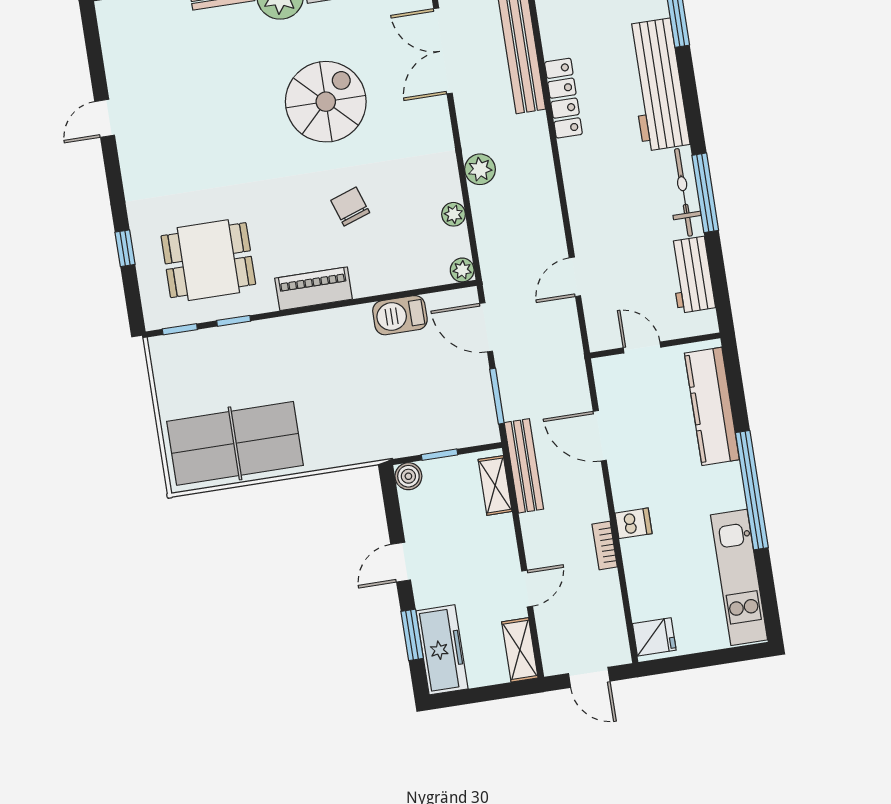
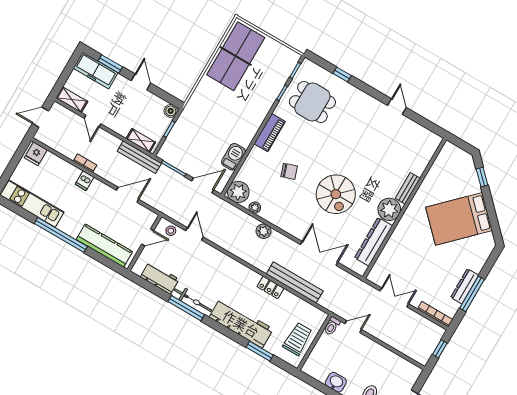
locker: (563, 98) -> (270, 287), width x0.66
dining table: (208, 260) -> (312, 102), turned 90
plant: (462, 270) -> (238, 192), width x1.87, depth x1.87
stool: (601, 319) -> (171, 231), added

